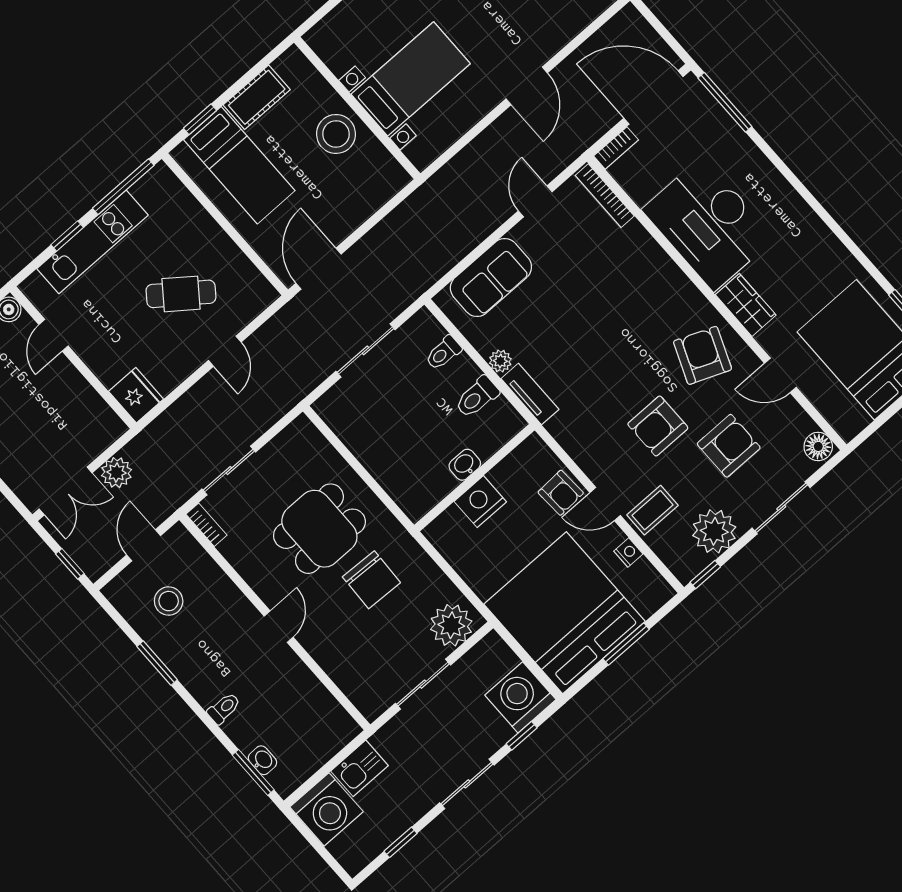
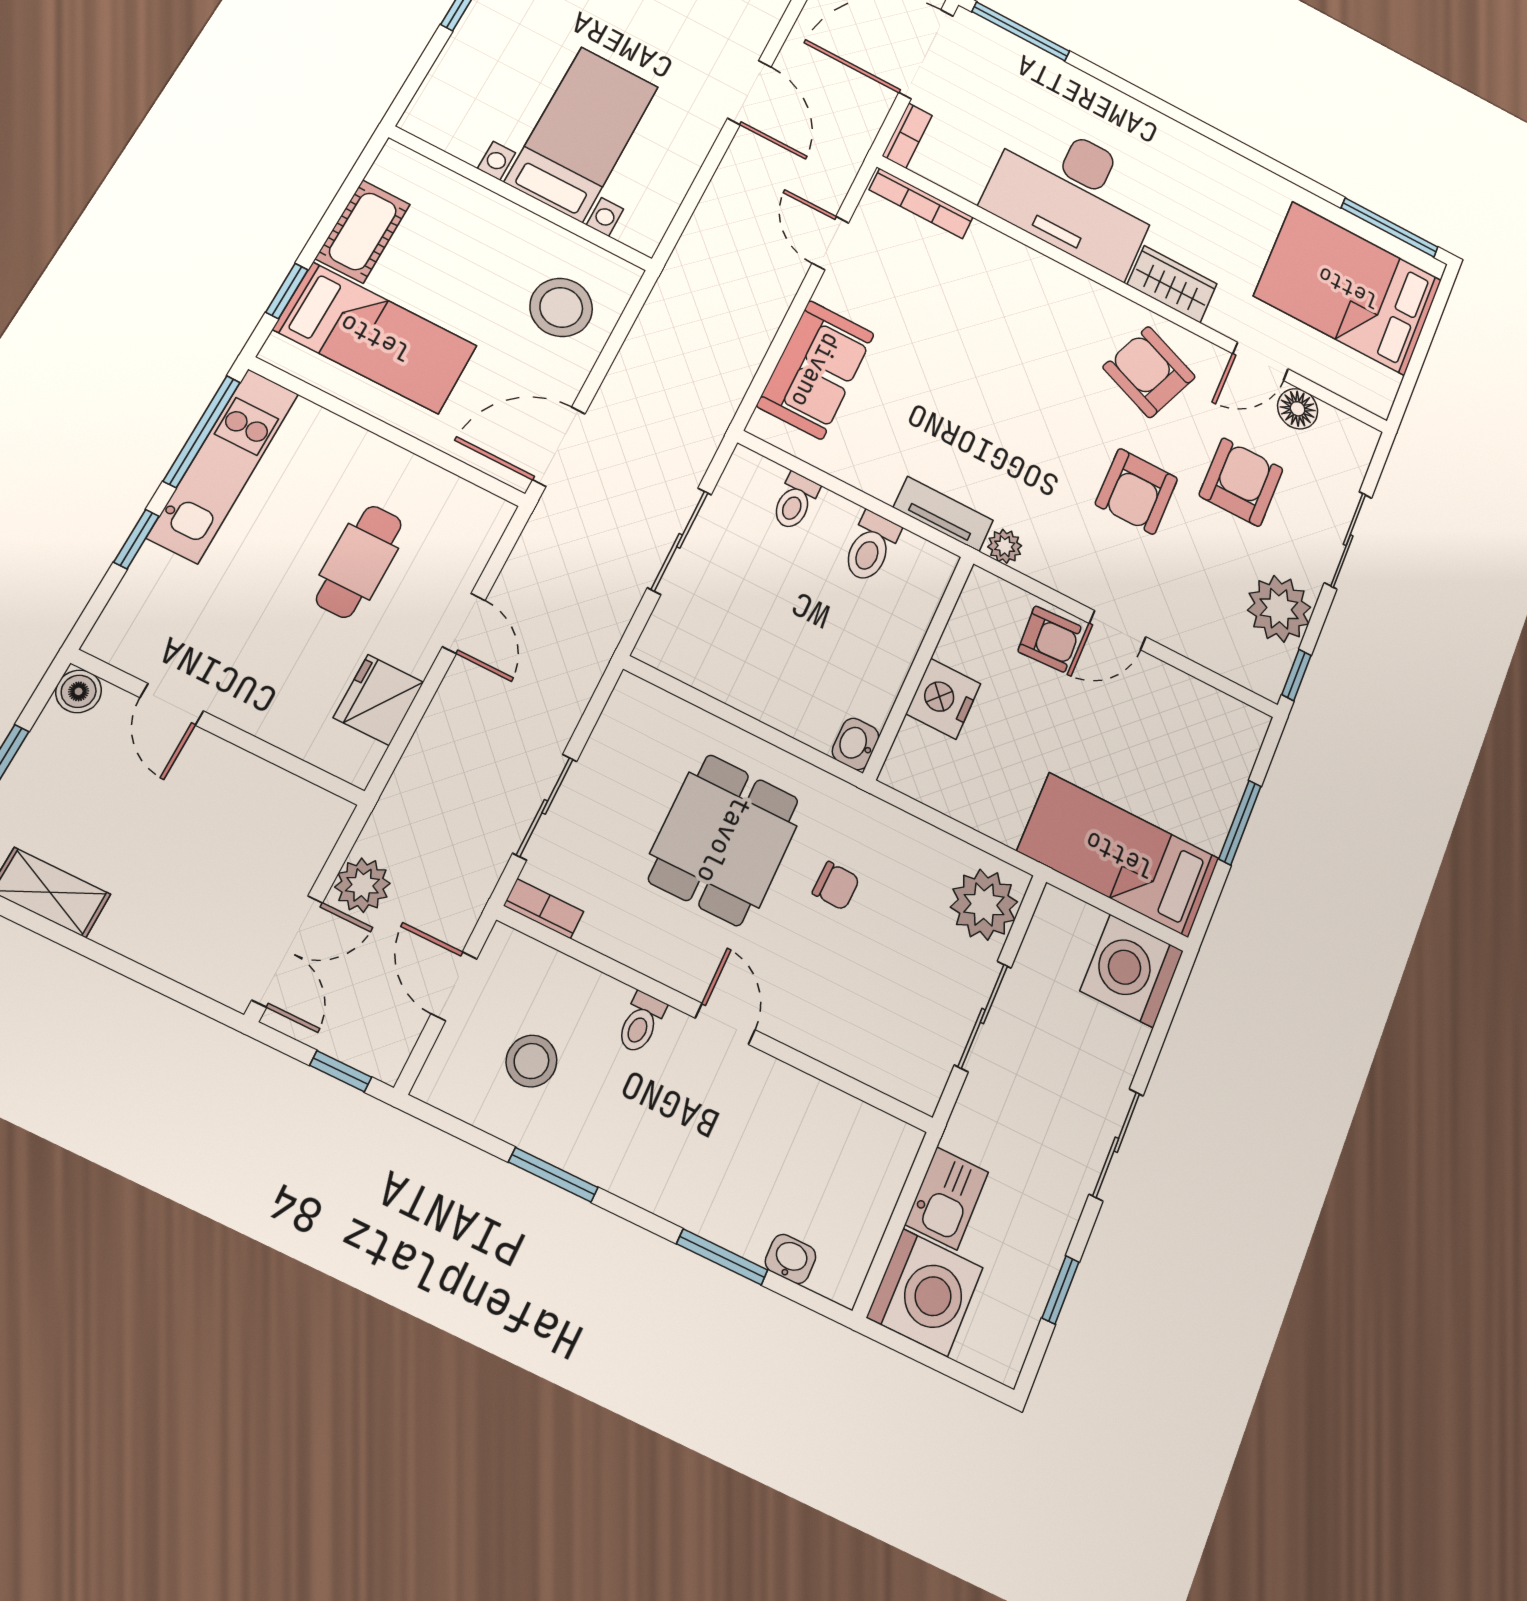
stool: (336, 134) -> (561, 307), moved
kitchen unit: (93, 242) -> (223, 465), moved
door: (319, 269) -> (559, 447), hinge flipped
cafe table: (181, 294) -> (359, 562), turned -37
plant: (500, 361) -> (1005, 546), moved
fridge: (136, 395) -> (379, 700), moved, turned -90
floor lamp: (818, 446) -> (1298, 409), moved
washbasin: (465, 465) -> (856, 744), moved
coffee table: (653, 510) -> (1185, 613), removed
nightstand: (628, 552) -> (1181, 687), removed
chair: (371, 580) -> (836, 886), width x0.54, depth x0.54
bed: (565, 613) -> (1119, 855), width x0.49
toilet: (224, 708) -> (641, 1023), moved, turned 180
window: (522, 736) -> (1160, 1030), removed
window: (253, 772) -> (722, 1257), moved

